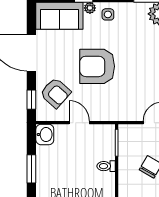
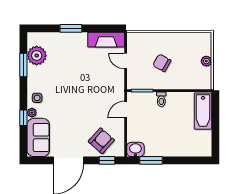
armchair: (97, 66) -> (80, 107), removed
door: (79, 123) -> (126, 110), moved
window: (31, 169) -> (151, 160), moved

